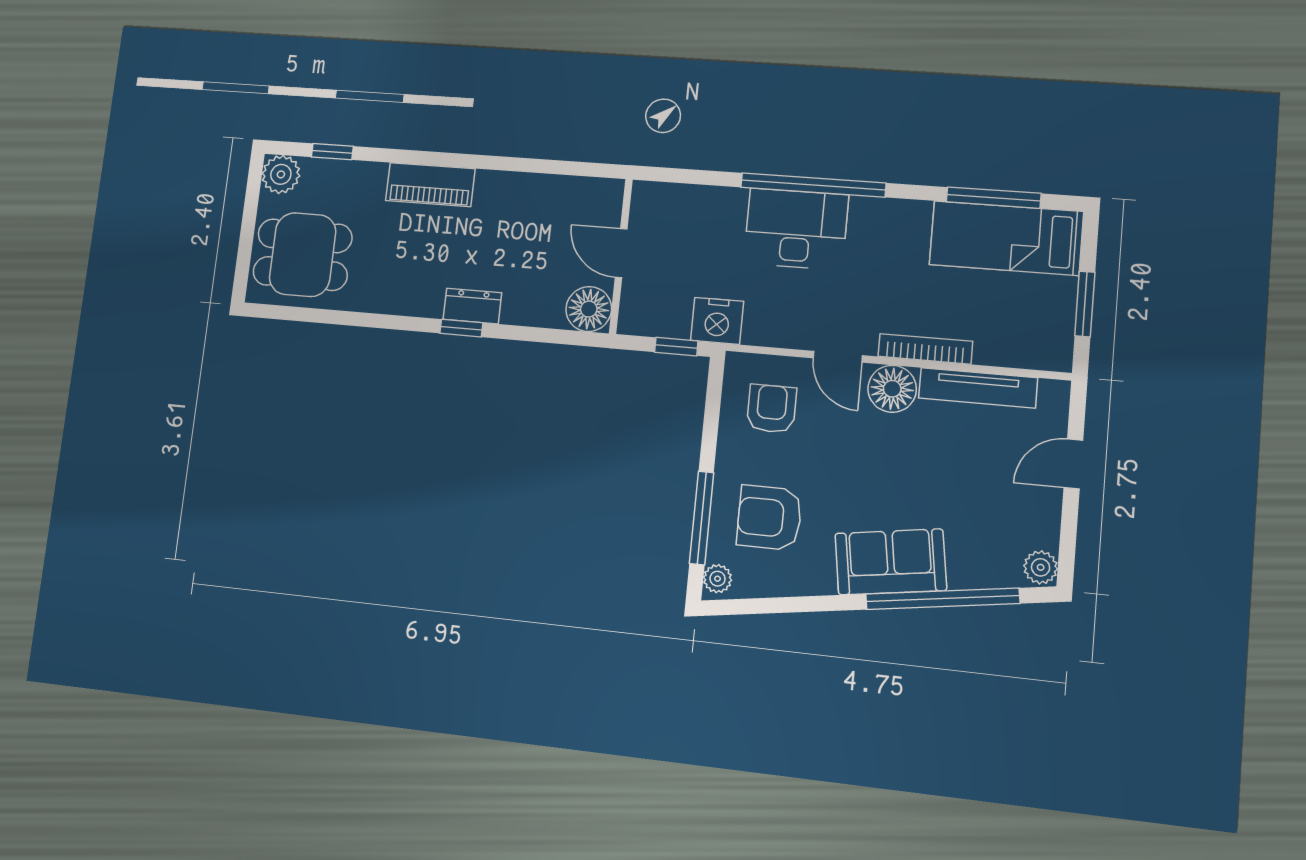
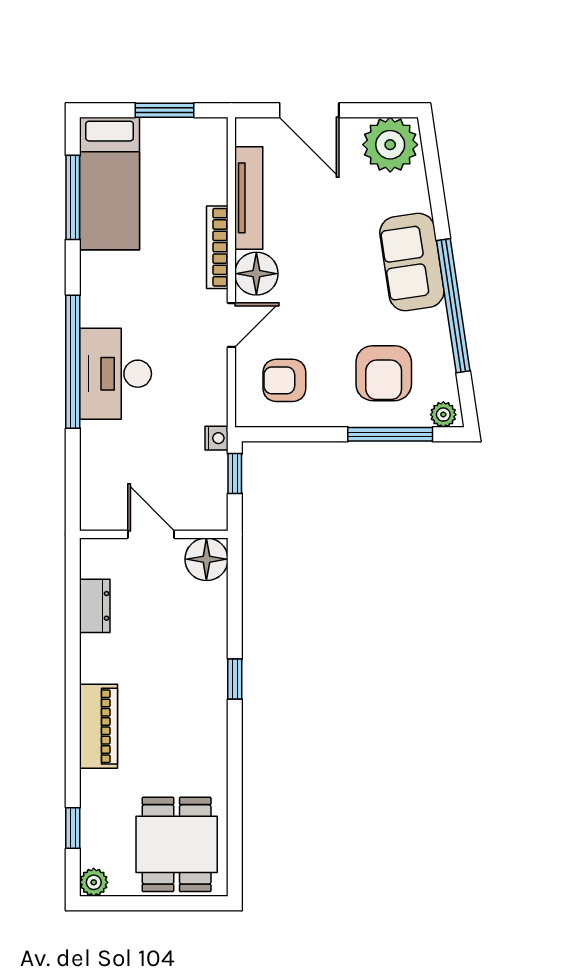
plant: (281, 174) -> (94, 882), width x0.73, depth x0.73
door: (621, 253) -> (151, 534), swing flipped
dresser: (472, 306) -> (95, 606), moved, turned 180
nightstand: (717, 321) -> (217, 438), width x0.53, depth x0.56
door: (1073, 464) -> (309, 110), width x1.38
plant: (1041, 567) -> (390, 145), width x1.88, depth x1.88
window: (942, 599) -> (453, 306), moved

